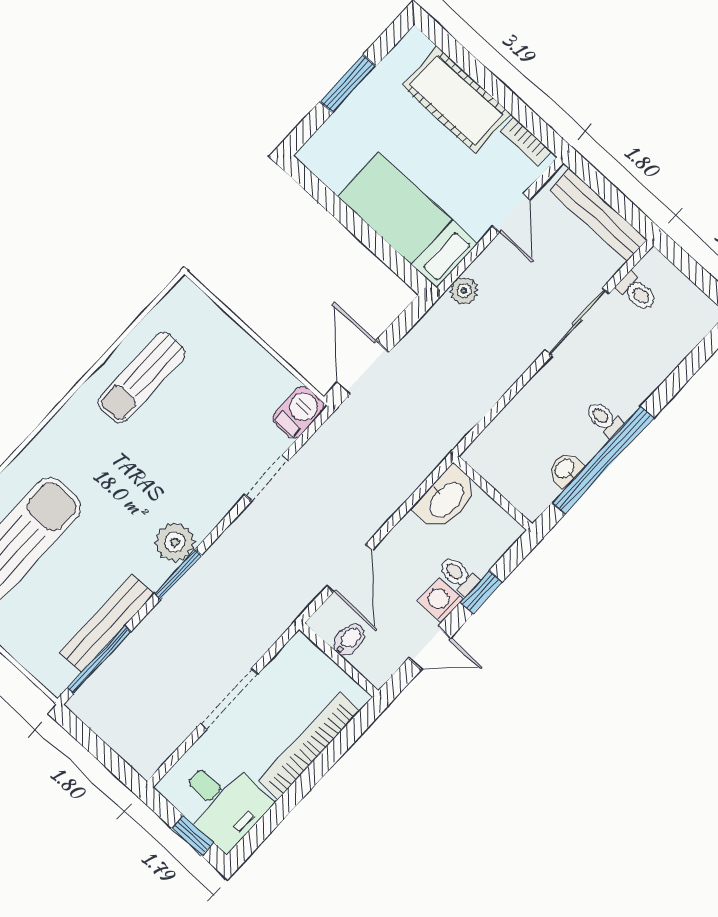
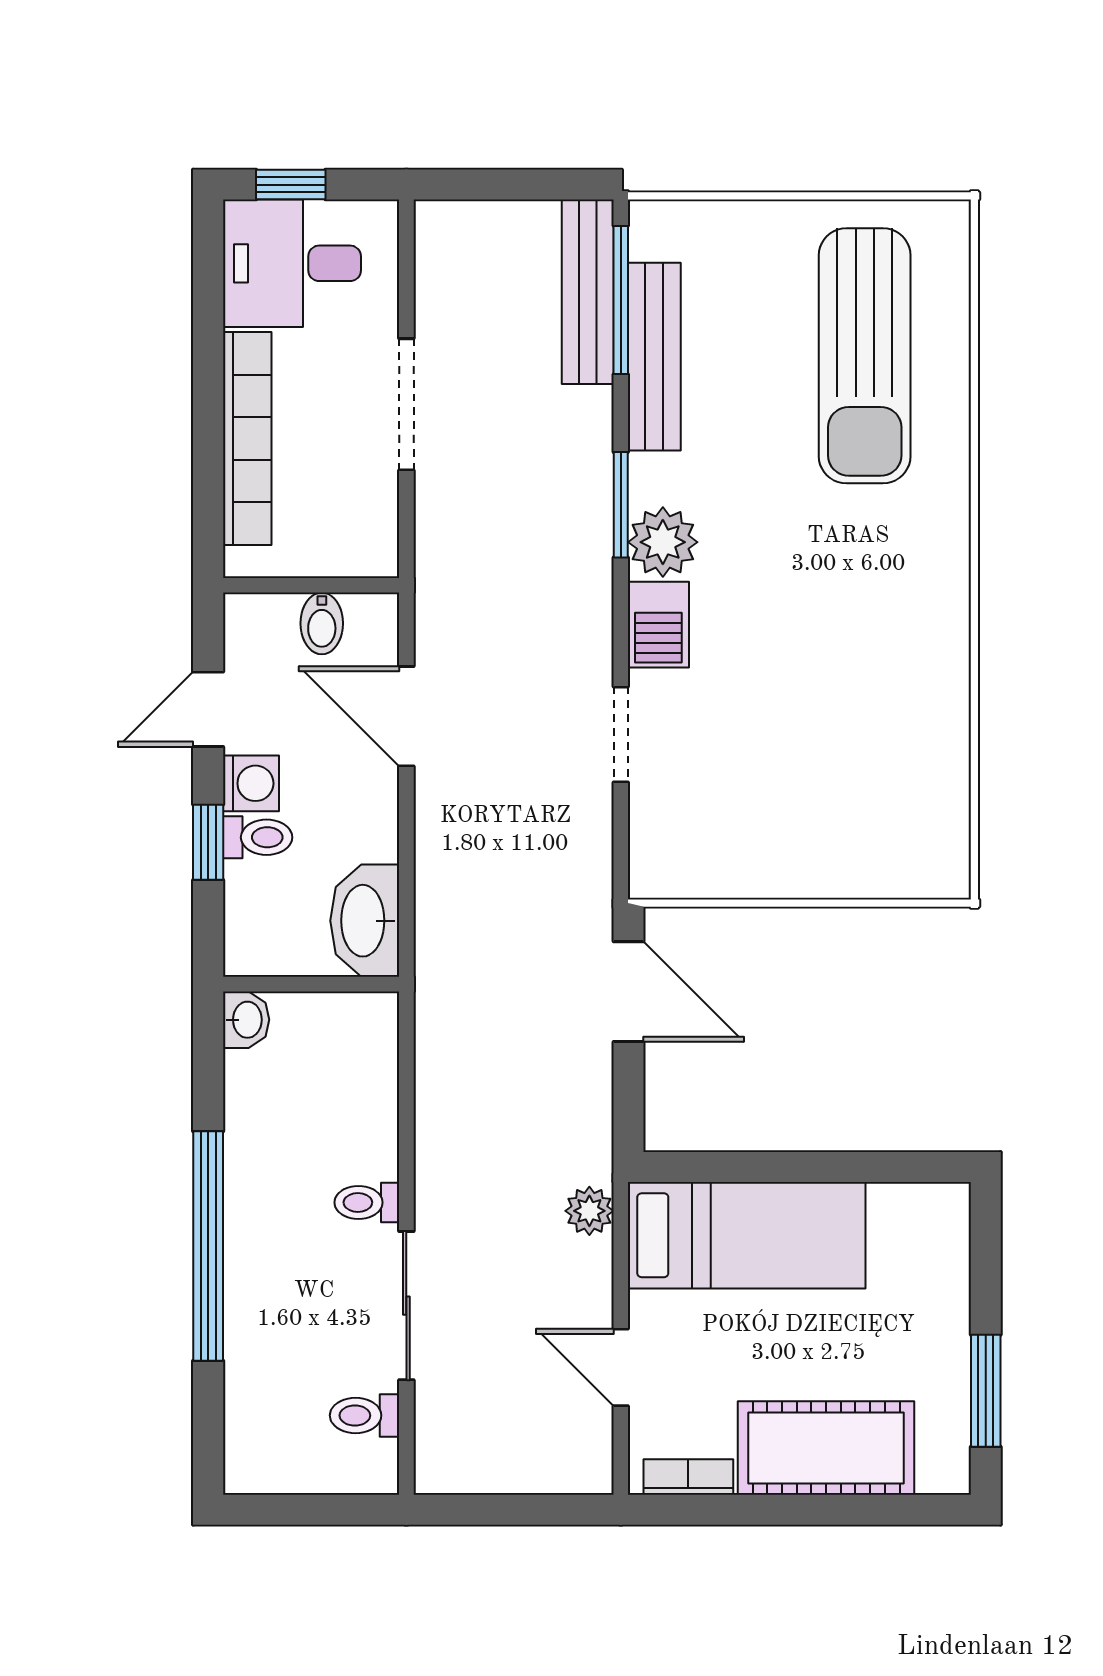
window: (348, 84) -> (986, 1391), moved
bench: (598, 215) -> (588, 292), moved, turned 90
sun lounger: (142, 378) -> (902, 715), removed
barbecue: (298, 412) -> (658, 625), moved
toilet: (604, 419) -> (367, 1202), moved, turned 180
window: (603, 460) -> (208, 1246), moved
washbasin: (565, 469) -> (246, 1020), moved

